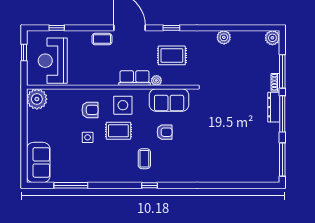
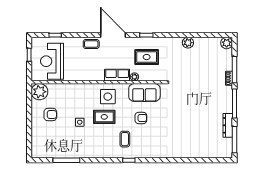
dresser: (274, 107) -> (228, 125), moved
armchair: (90, 110) -> (50, 115), moved
sofa: (38, 162) -> (41, 142), removed

